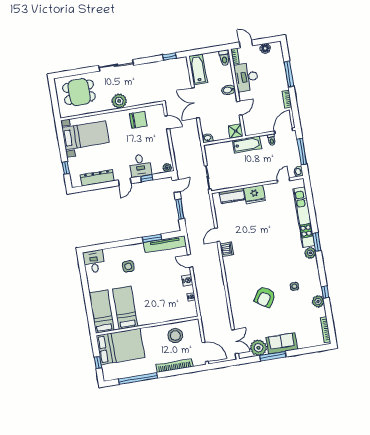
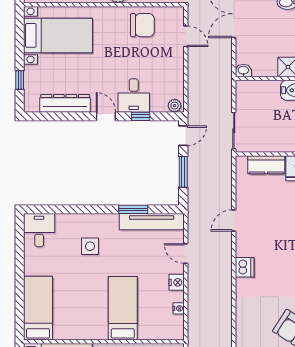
door: (125, 182) -> (106, 116), swing flipped
dishwasher: (227, 249) -> (245, 267), moved
bed: (125, 308) -> (123, 308), moved

